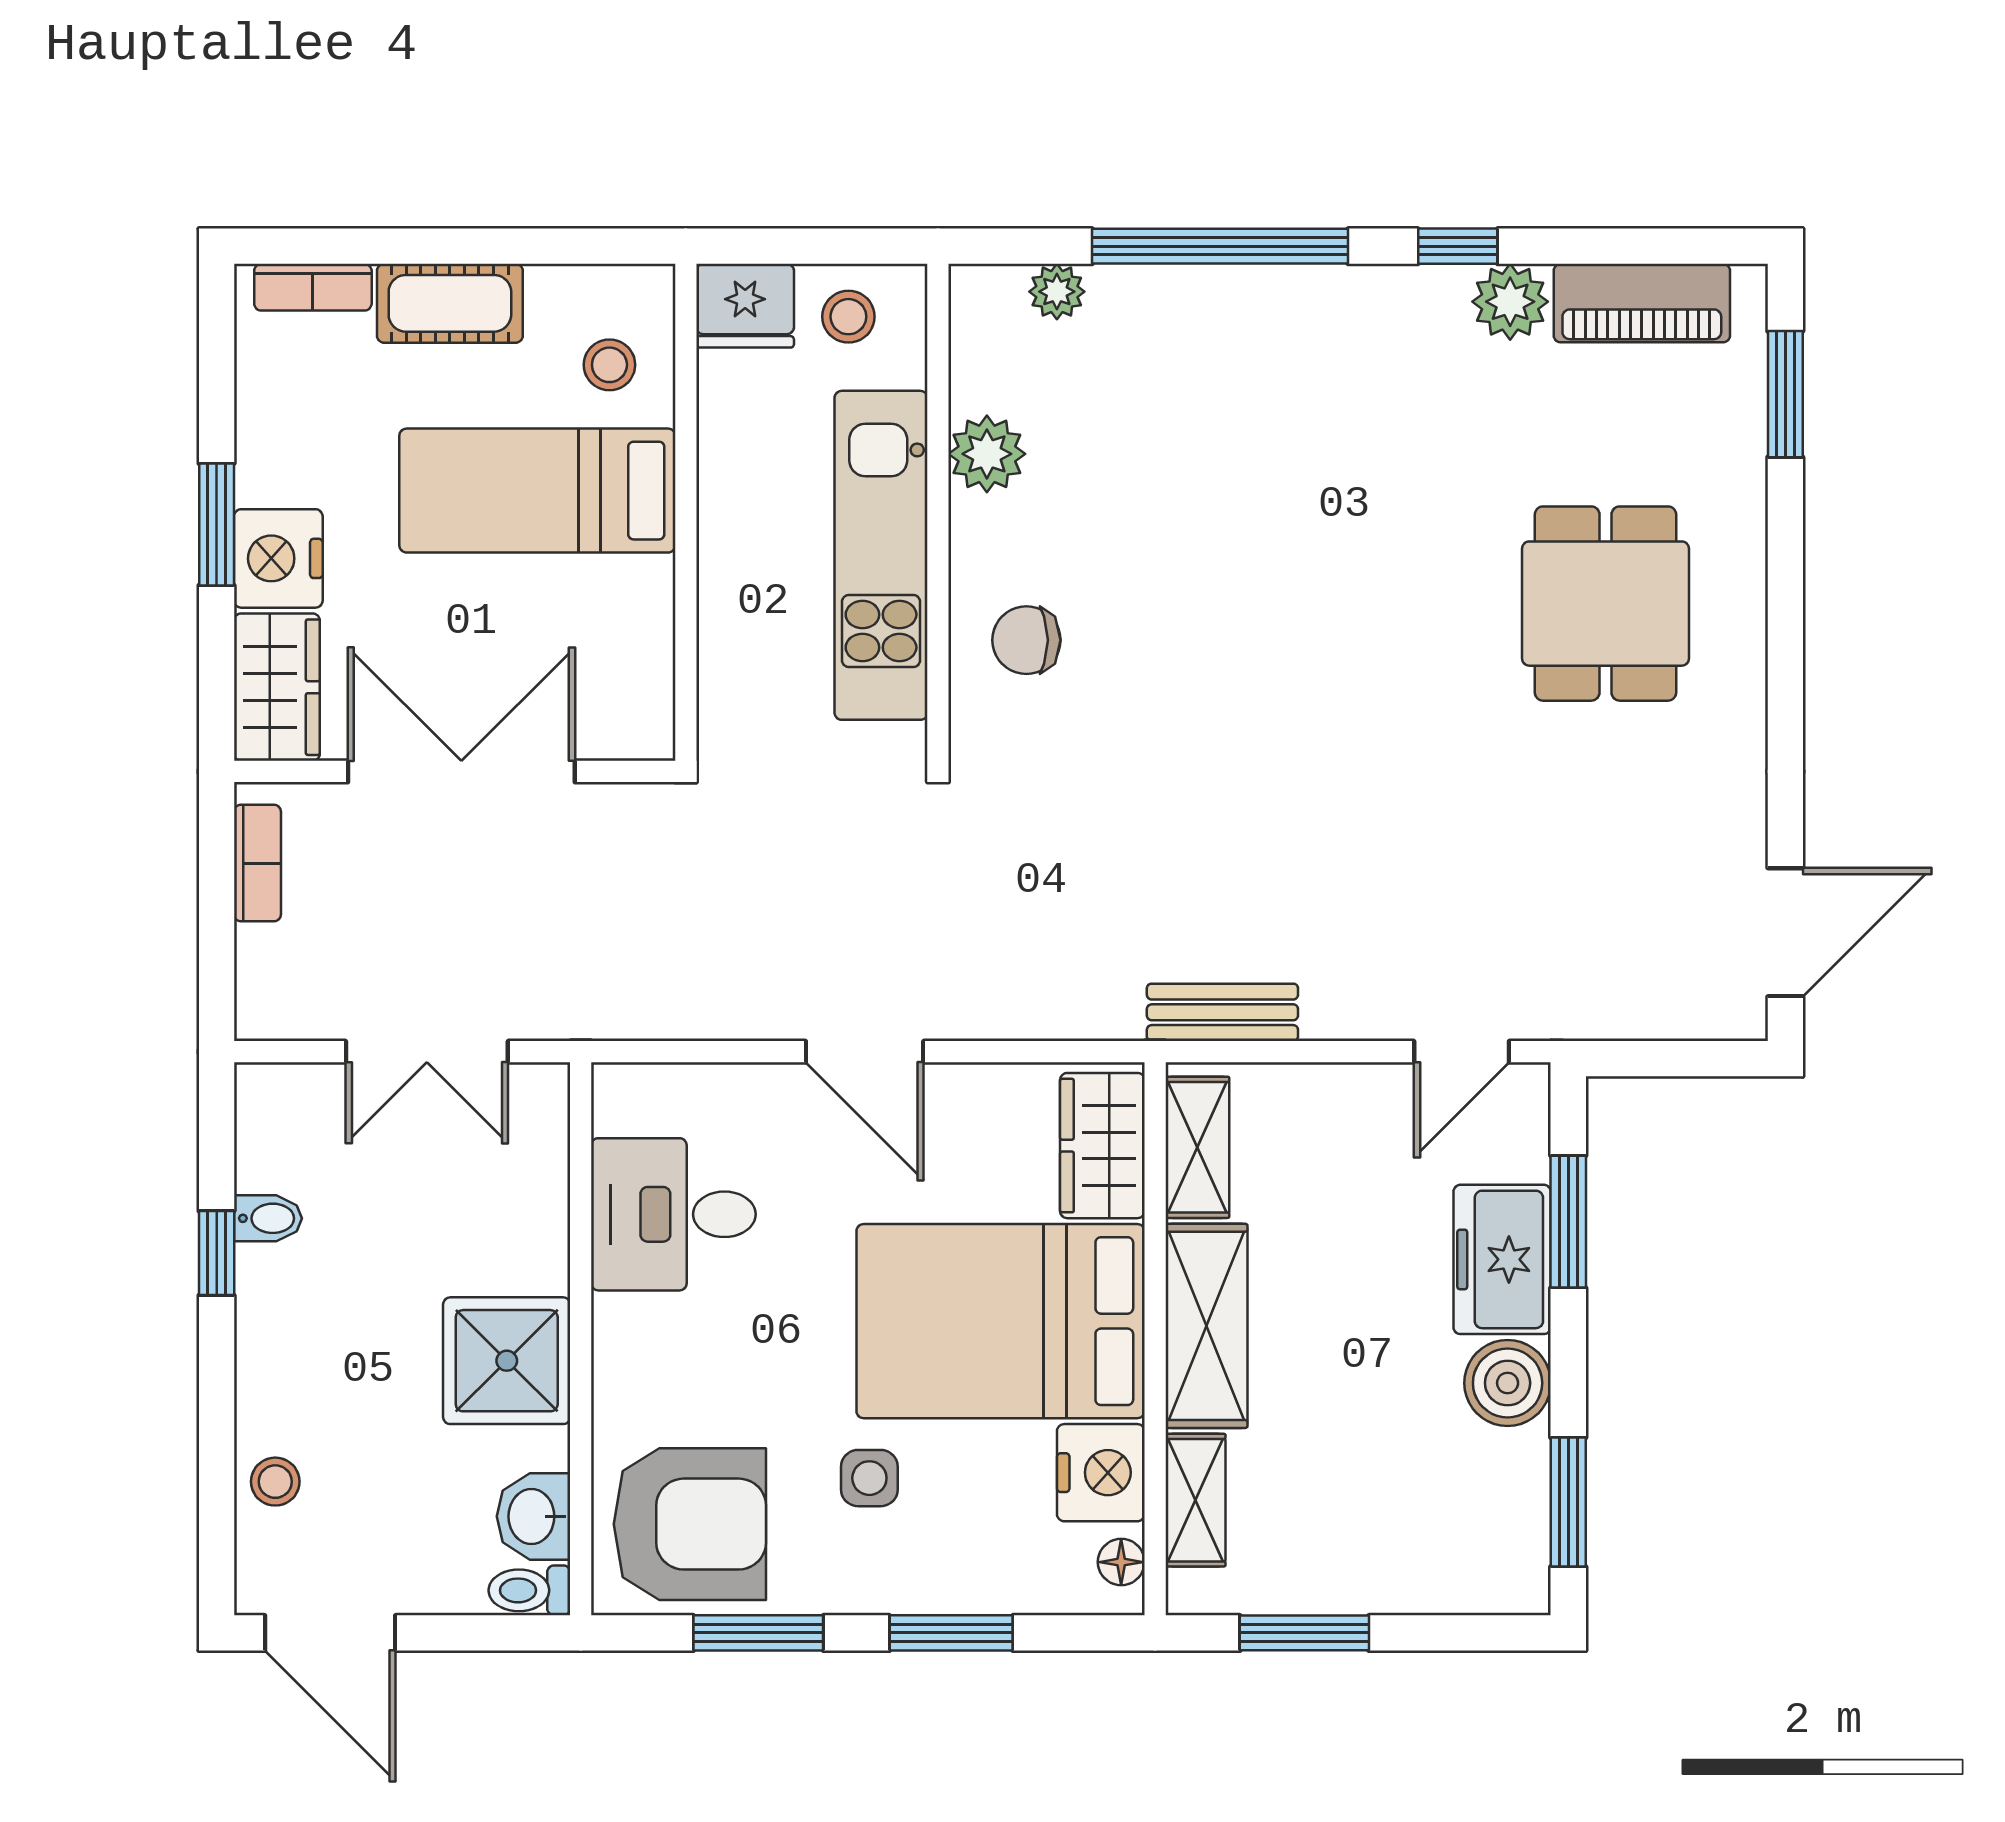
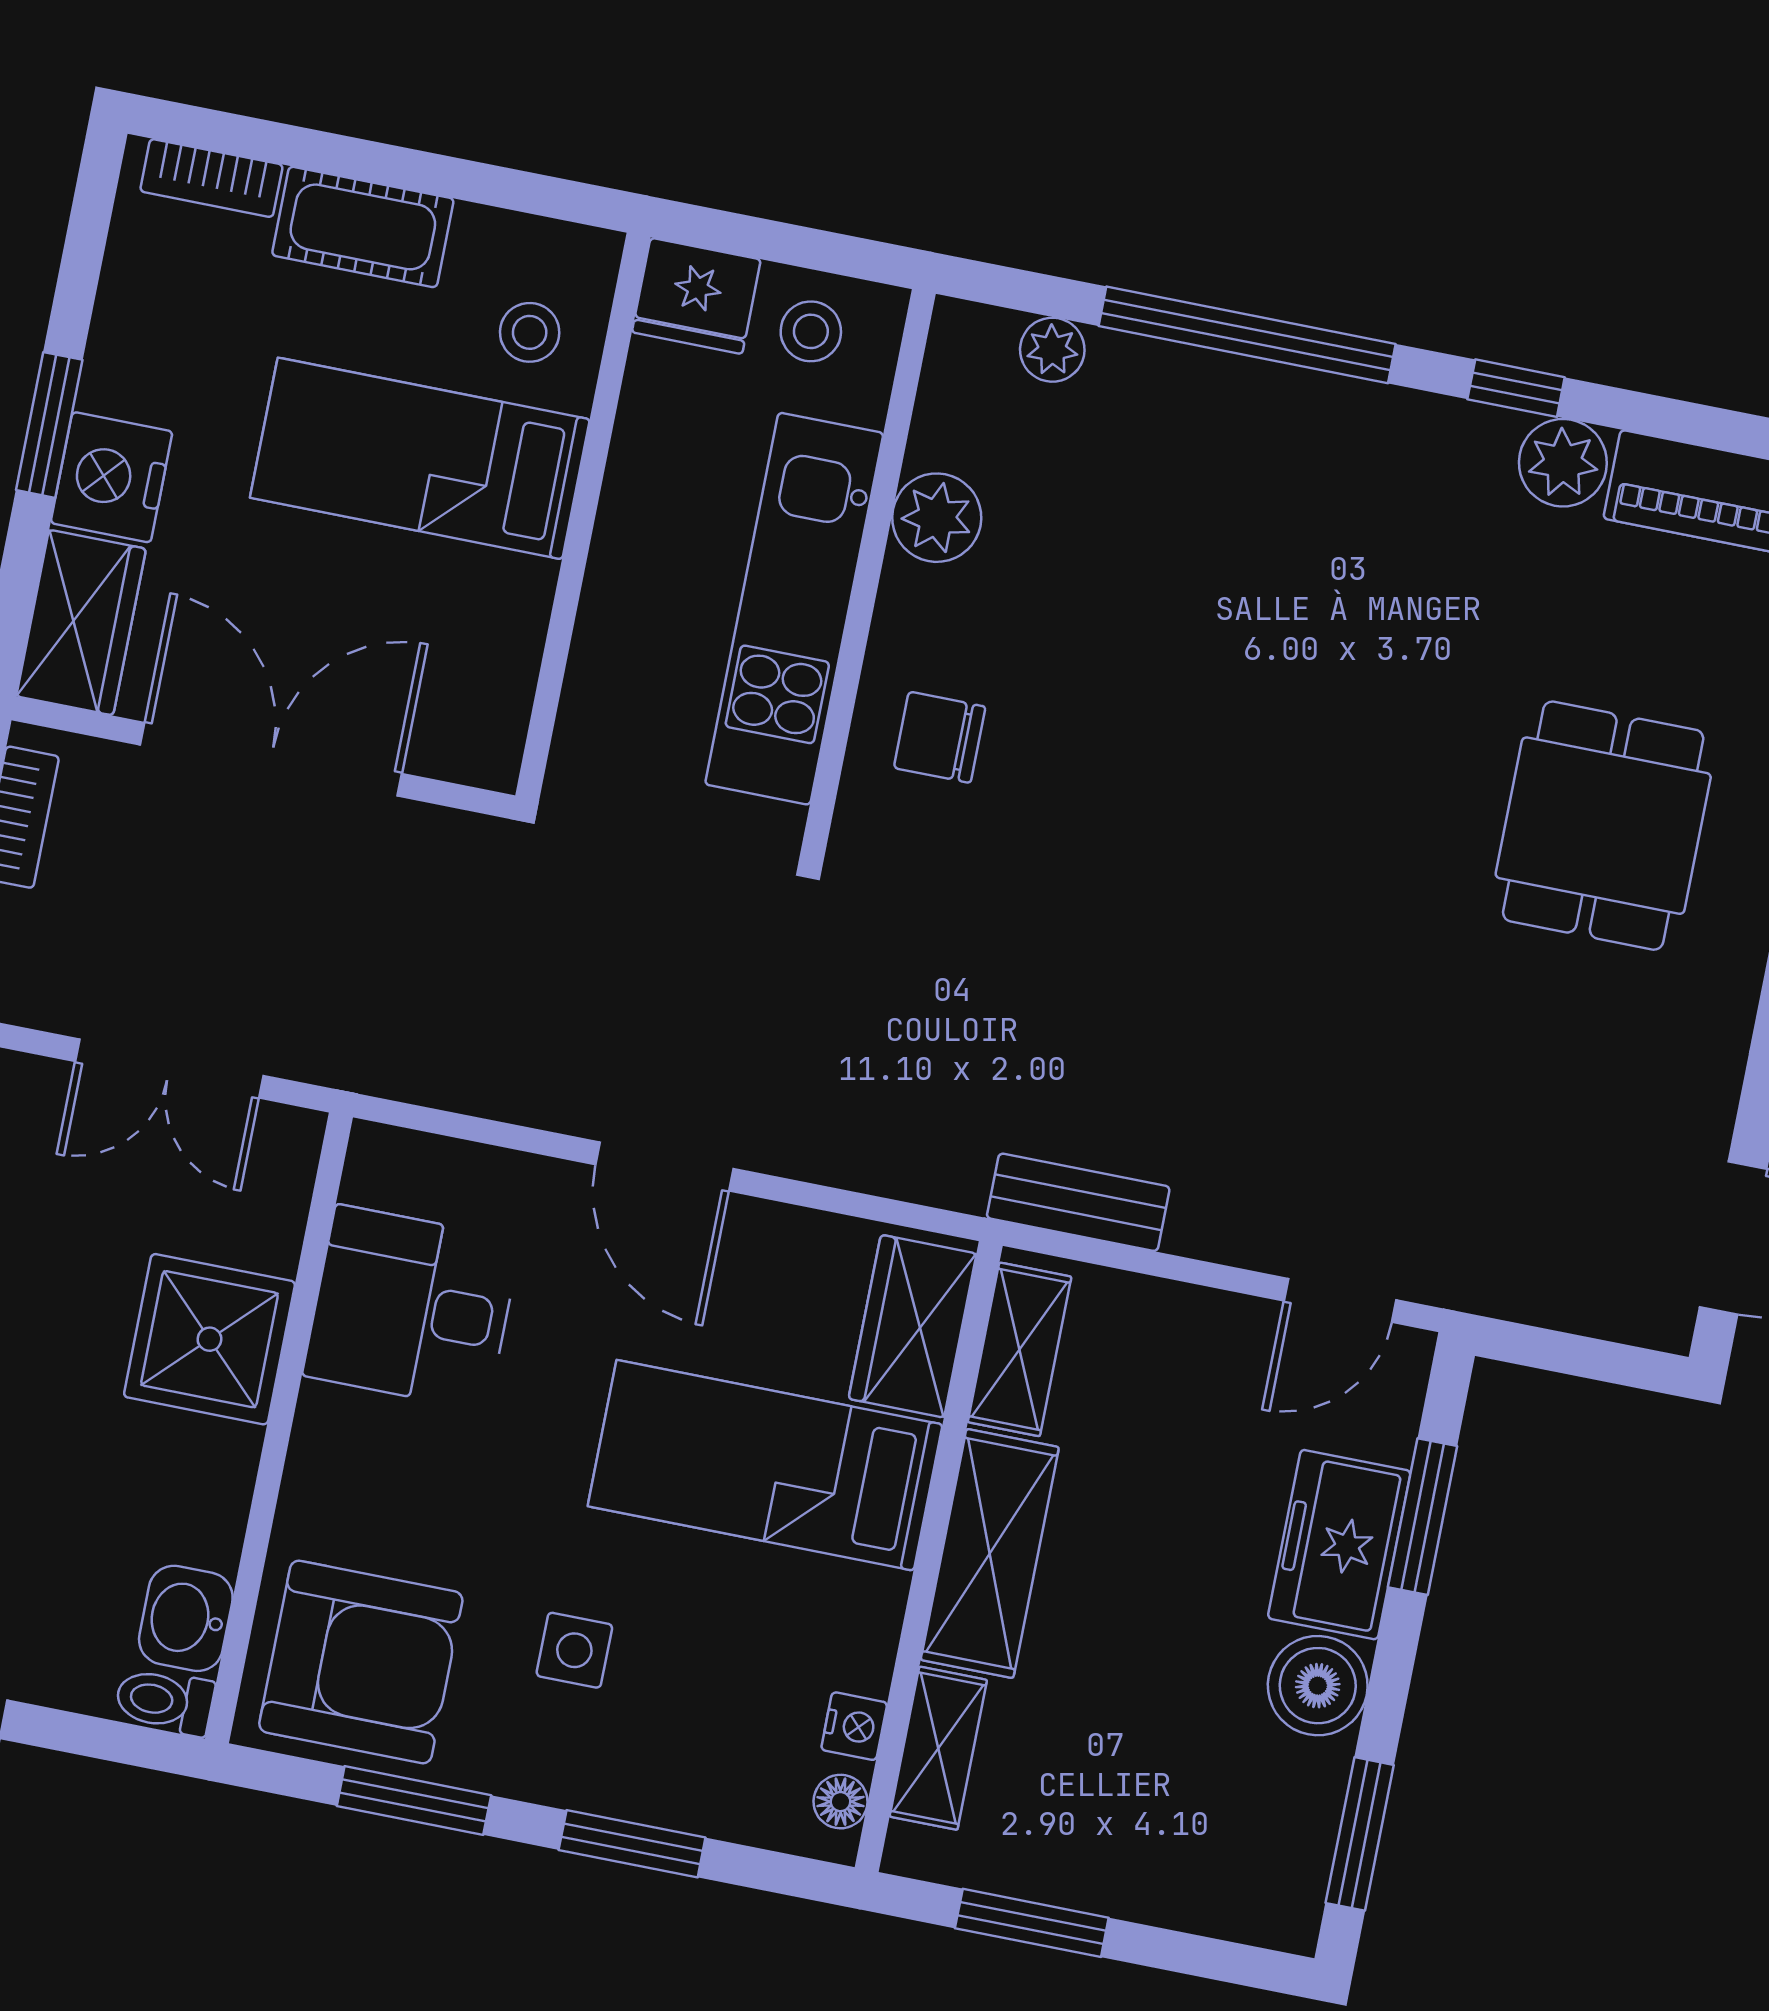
bed: (1001, 1321) -> (765, 1465), width x0.67
shower: (507, 1361) -> (209, 1339), moved
nightstand: (1101, 1473) -> (854, 1726), width x0.53, depth x0.56

